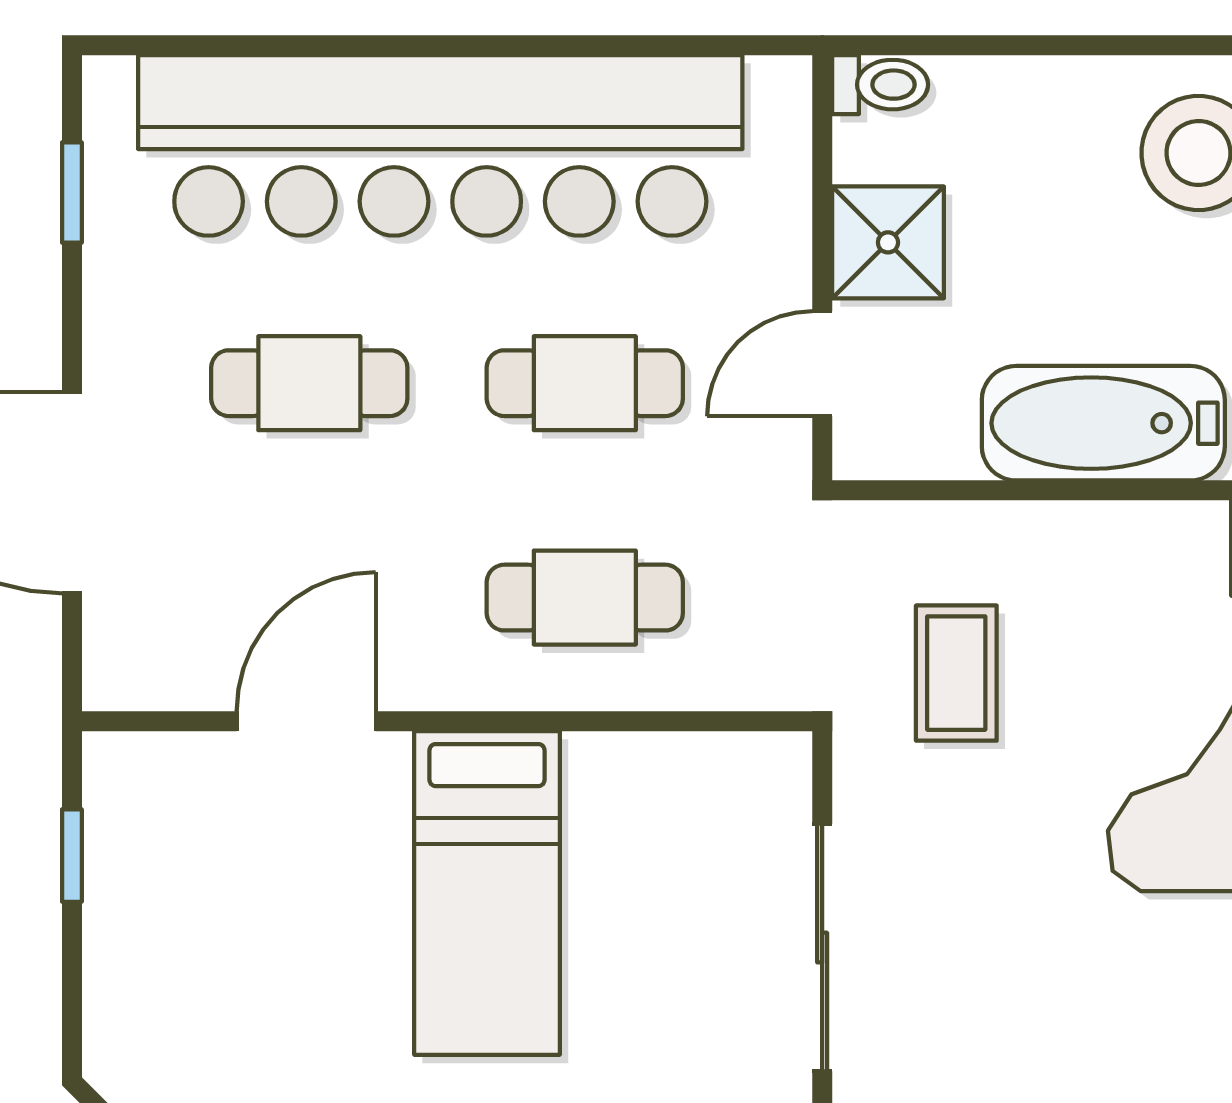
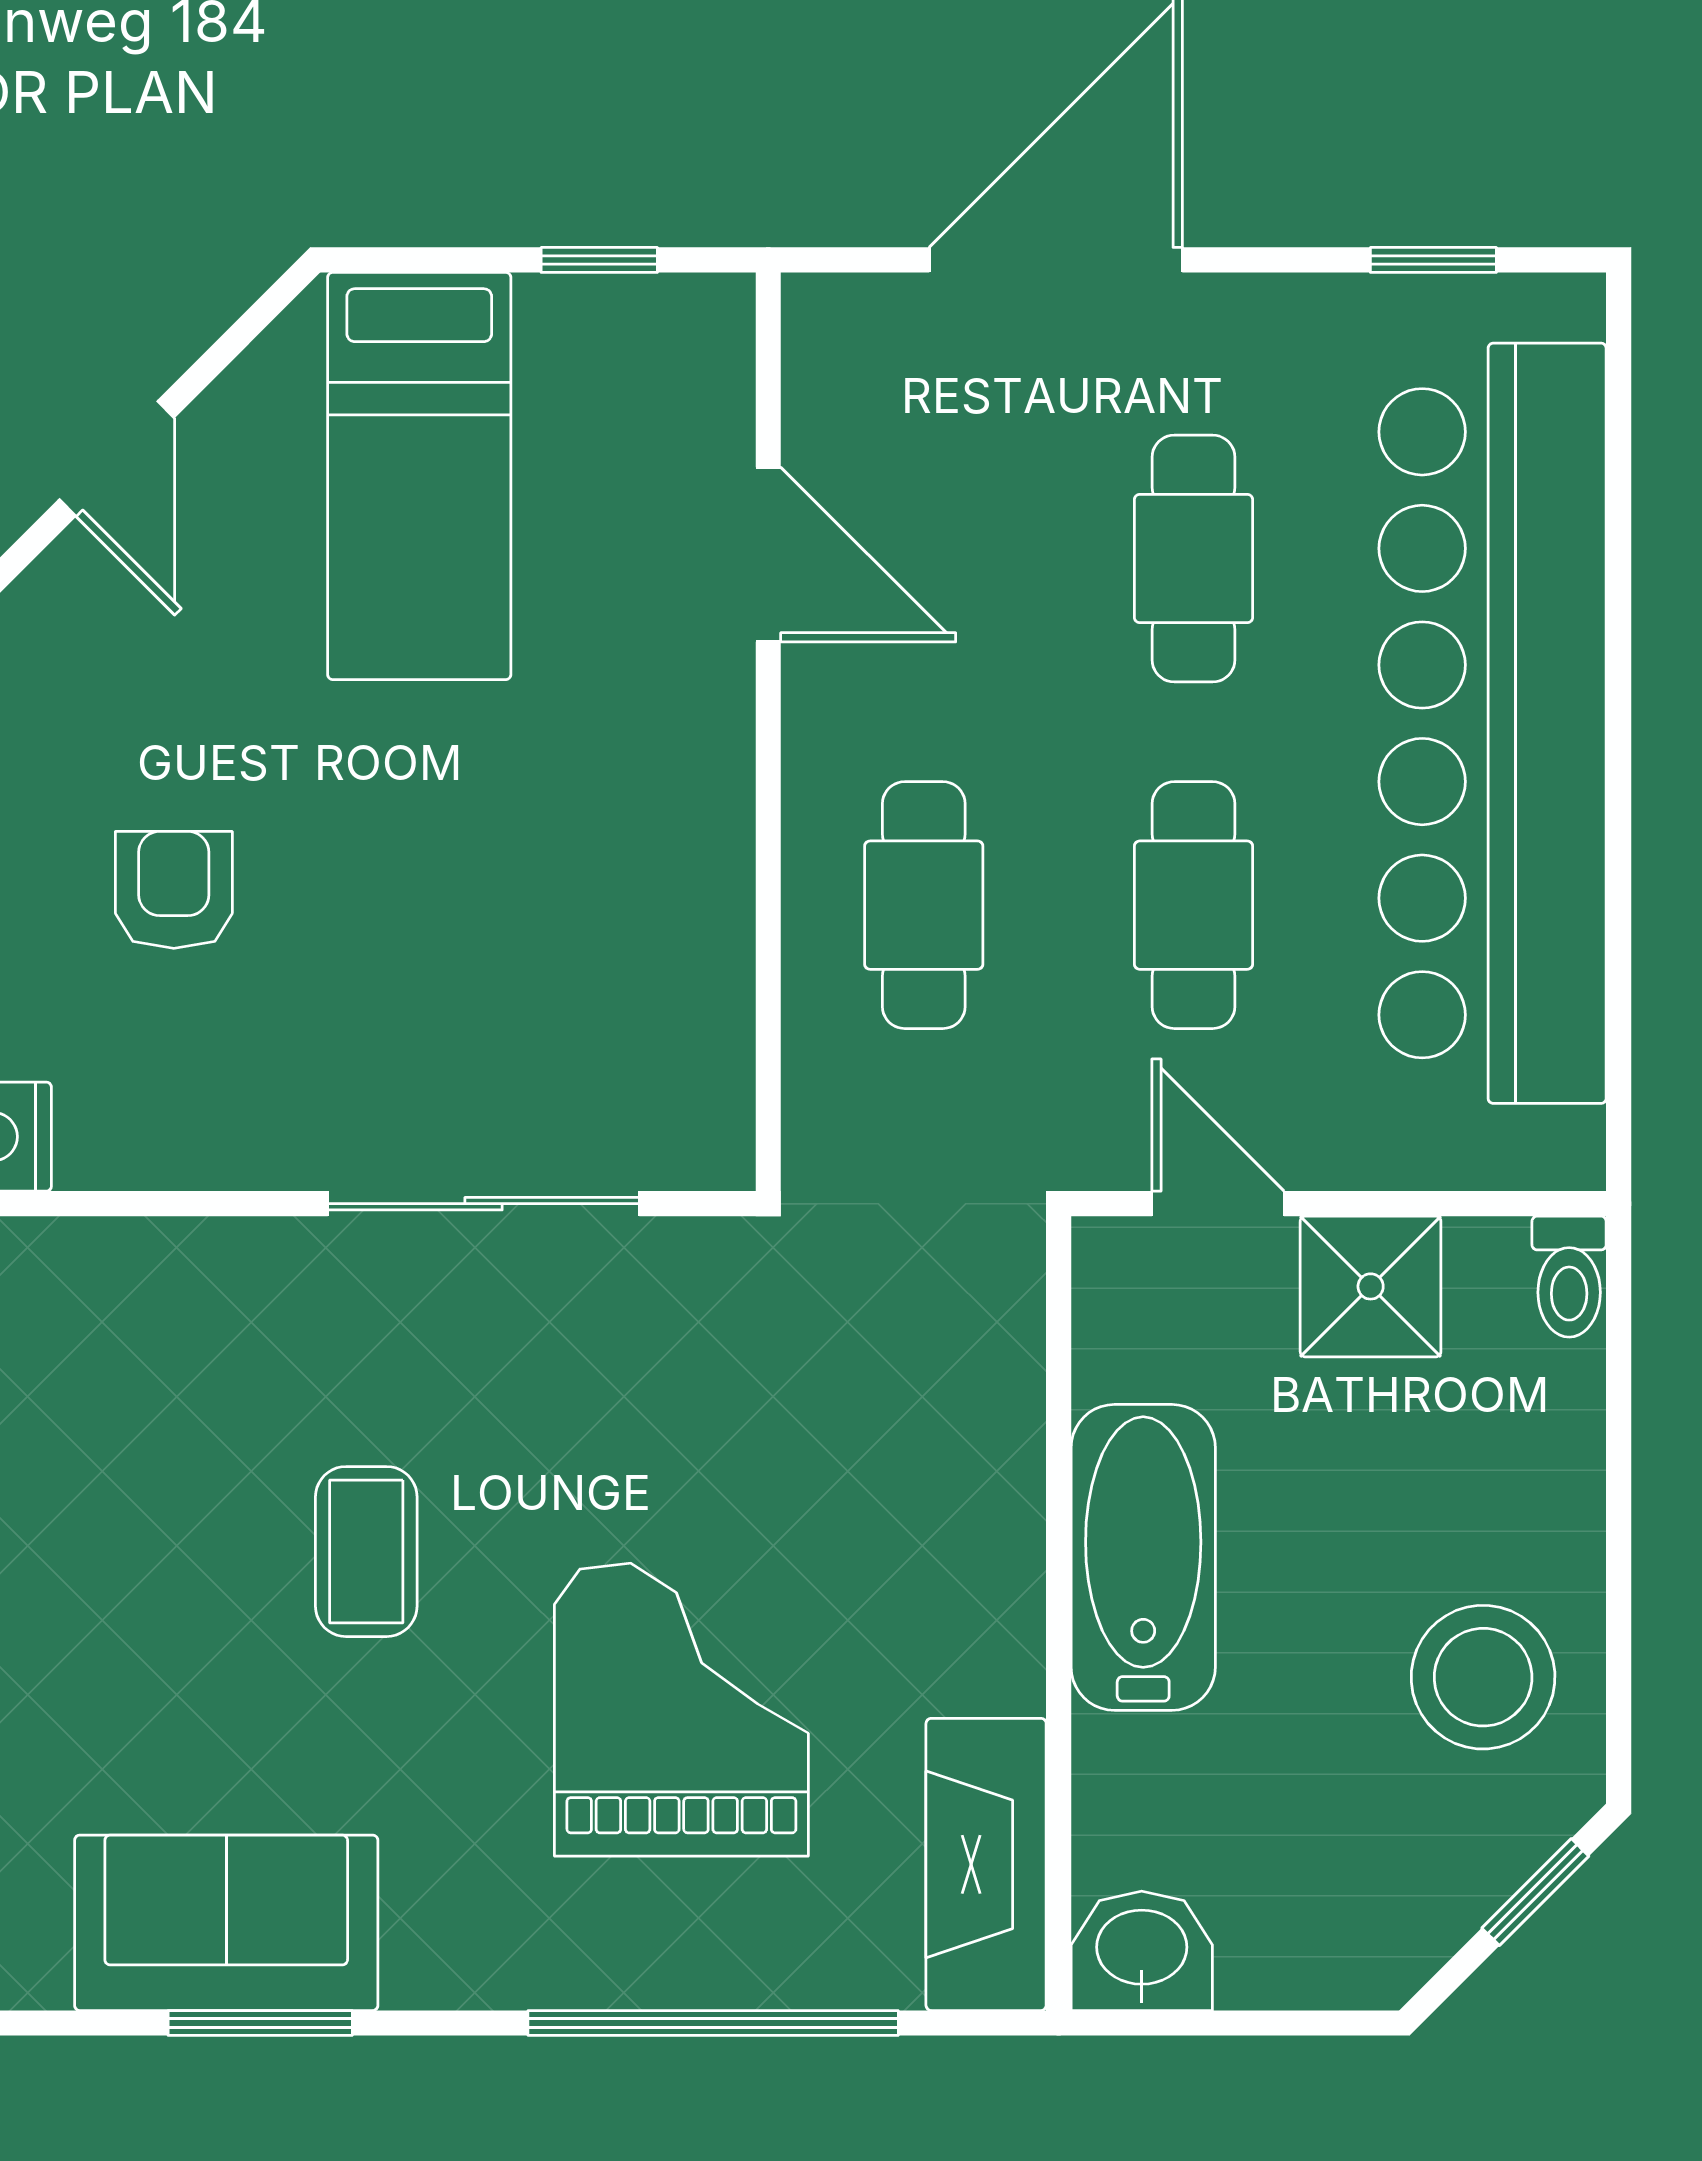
coffee table: (956, 673) -> (366, 1552), moved, turned 90
bed: (487, 893) -> (419, 476), moved, turned -90

